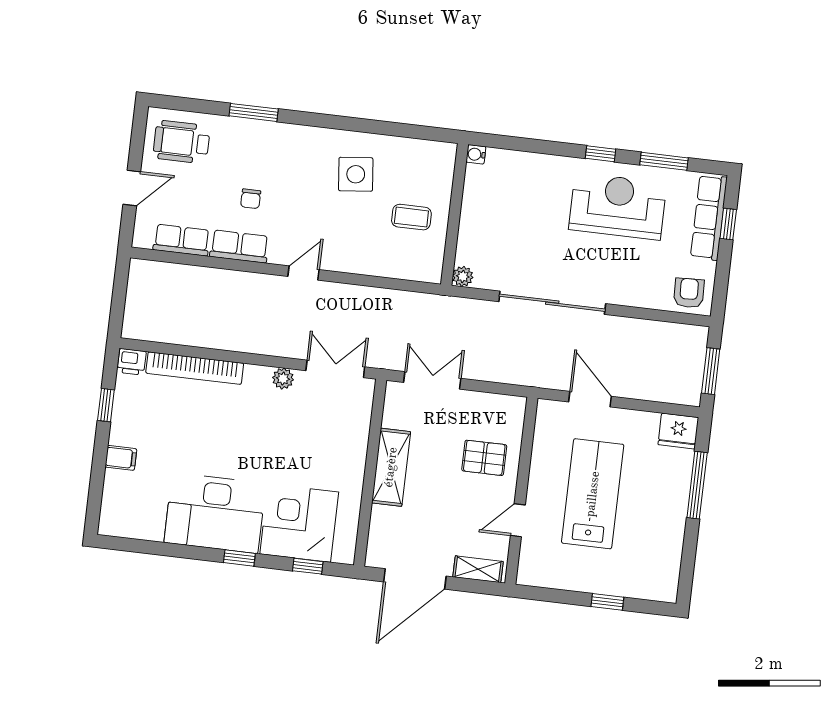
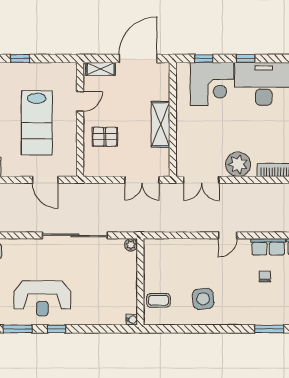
coffee table: (411, 217) -> (158, 300), moved
plant: (283, 379) -> (238, 164), width x1.88, depth x1.88

